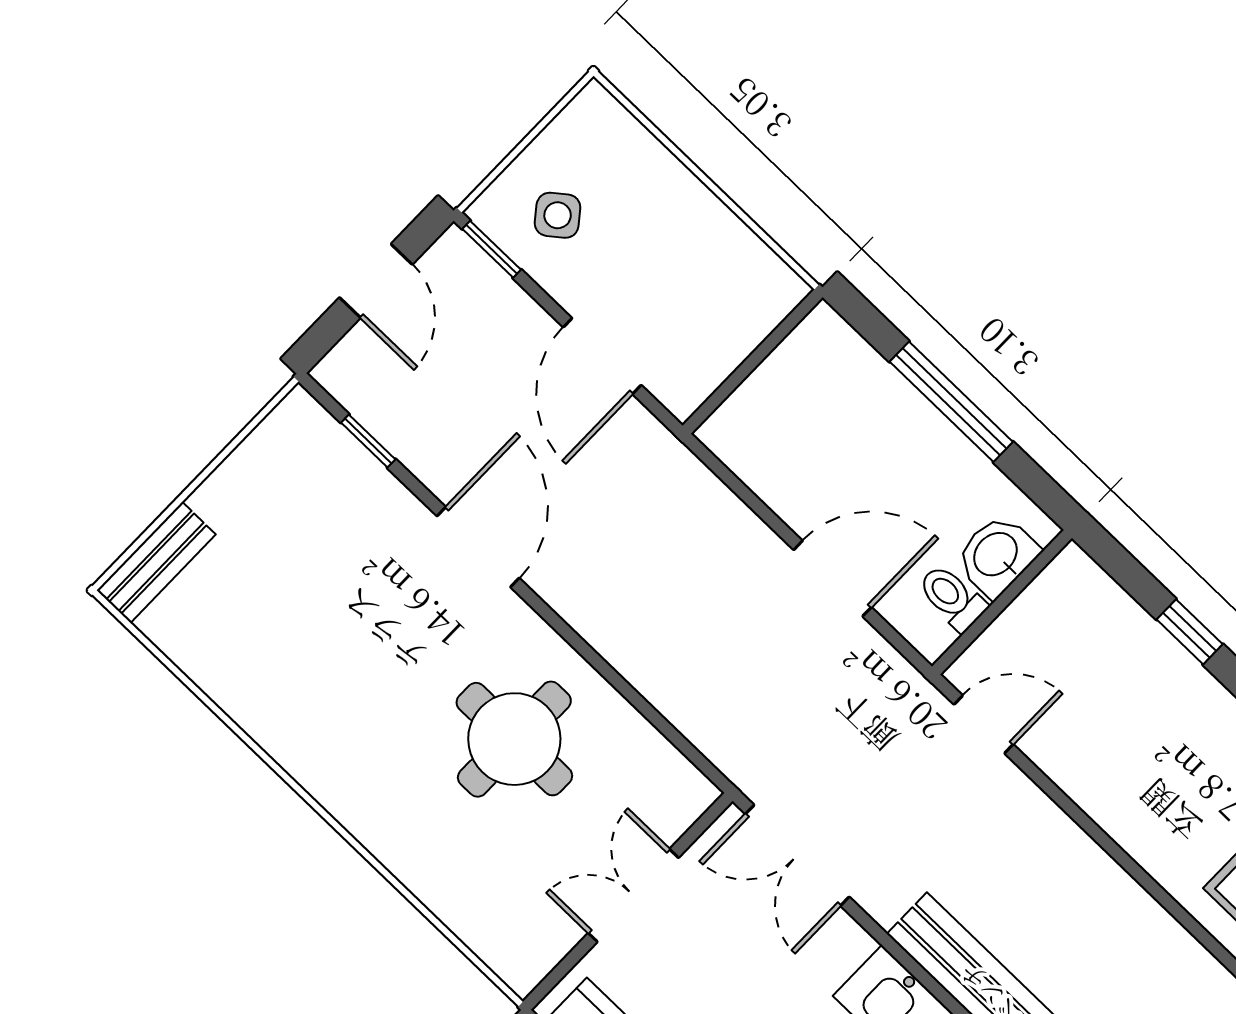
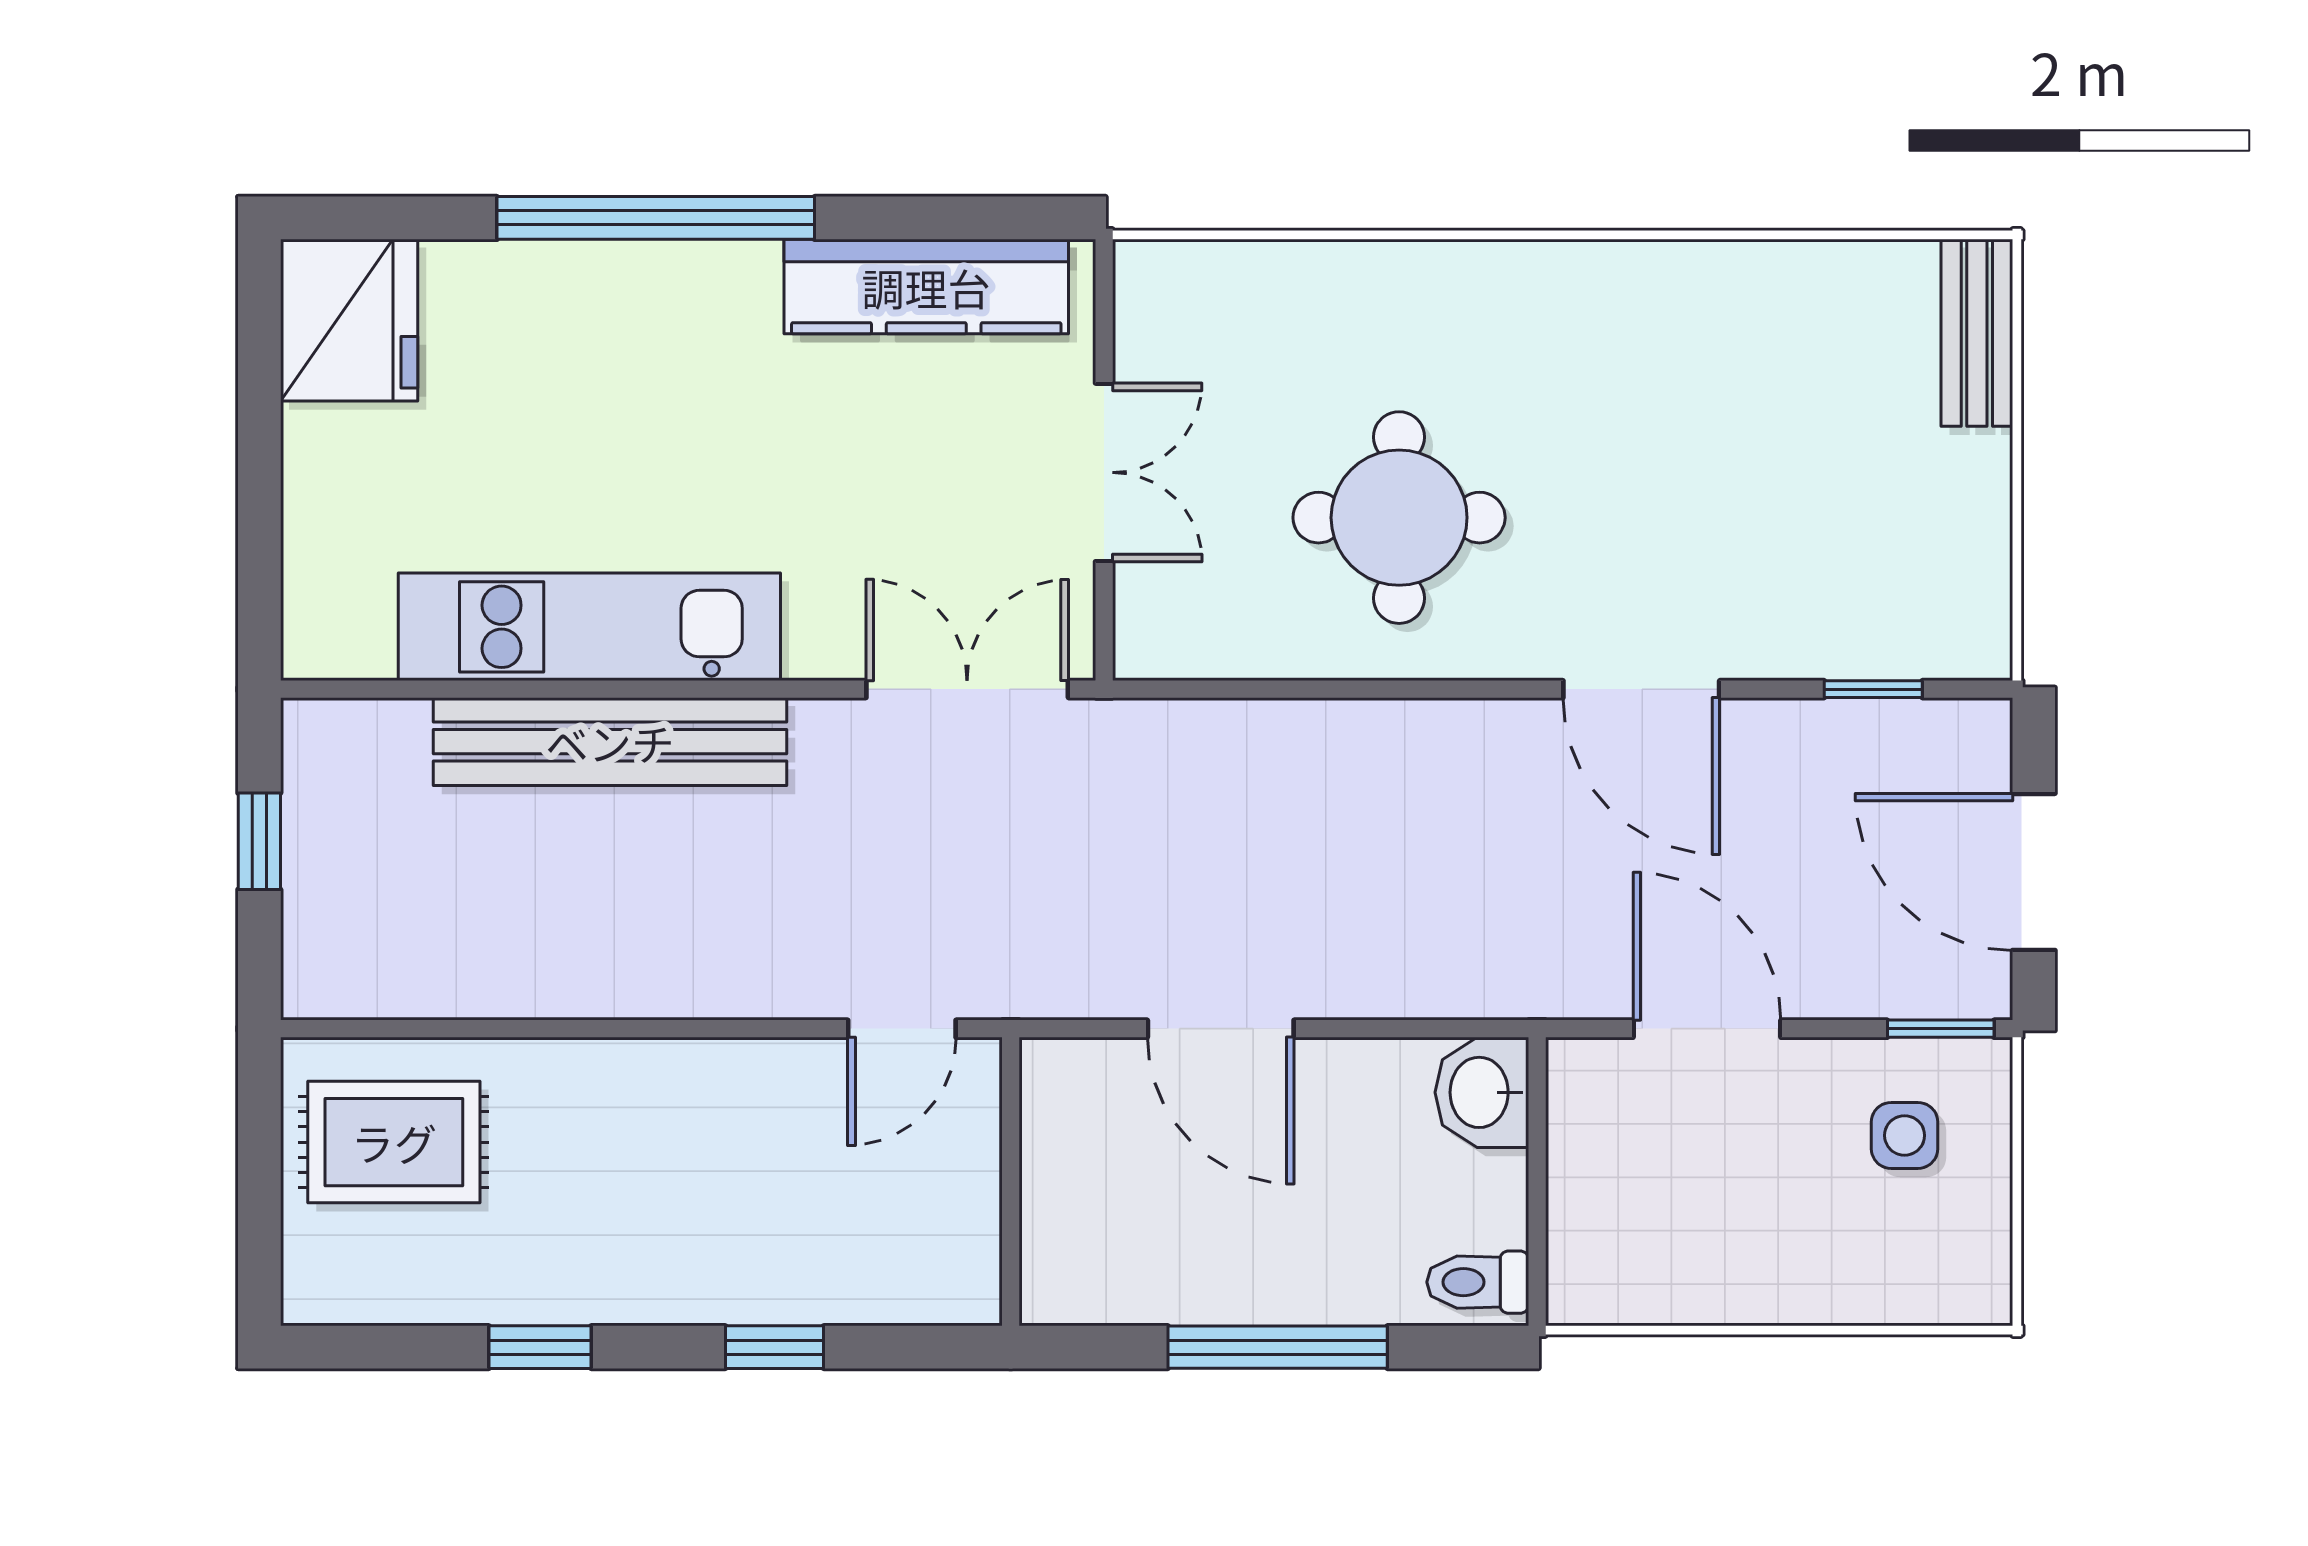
side table: (558, 215) -> (1905, 1135), turned 38
door: (376, 281) -> (2034, 872), width x1.38
washbasin: (997, 555) -> (1482, 1092), moved, turned 180
door: (833, 579) -> (1221, 1029), hinge flipped
toilet: (952, 598) -> (1478, 1282), moved, turned 180

